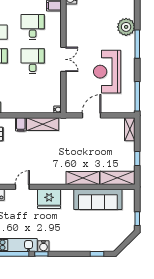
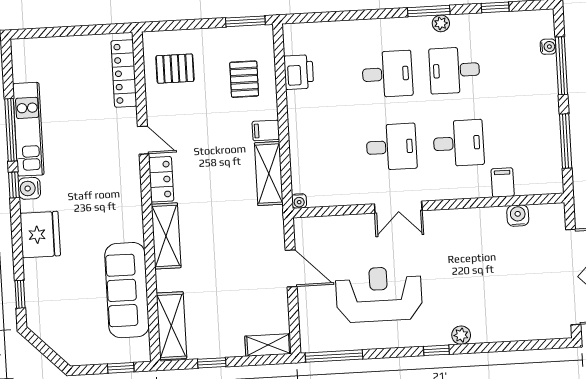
plant: (126, 27) -> (461, 335), width x0.53, depth x0.53
window: (137, 44) -> (436, 350), width x0.46
shelving: (83, 178) -> (166, 236), moved
locker: (43, 179) -> (161, 179), added
fridge: (49, 199) -> (40, 235), moved, turned 180
window: (137, 219) -> (121, 368), moved

